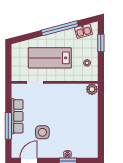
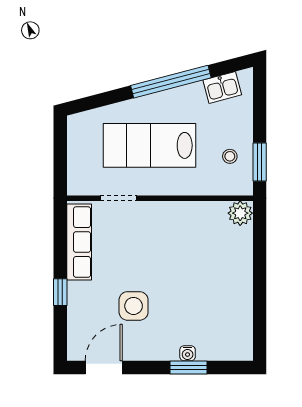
window: (101, 43) -> (260, 162), moved
row of seats: (17, 116) -> (79, 242), moved
window: (8, 126) -> (60, 292), width x0.46

